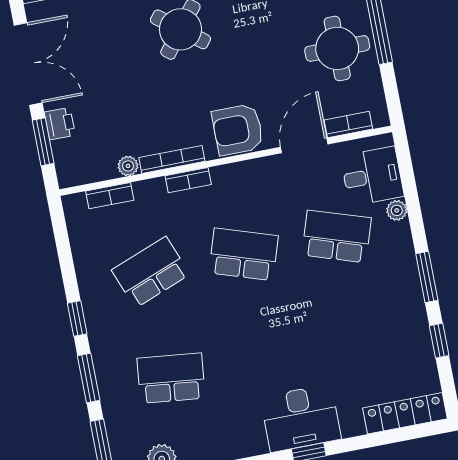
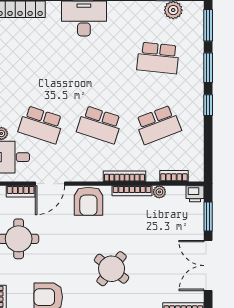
printer: (60, 124) -> (195, 194), moved, turned -90
armchair: (238, 129) -> (88, 201), turned 90
bookcase: (188, 180) -> (124, 176), width x1.56

